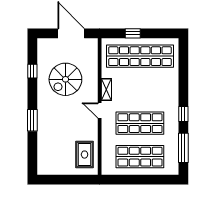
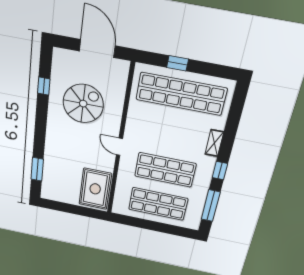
spiral stairs: (65, 79) -> (83, 104), turned 180
shelving: (106, 90) -> (214, 143), moved
window: (32, 120) -> (37, 169), moved
rug: (85, 155) -> (95, 189), width x1.36, depth x1.43

